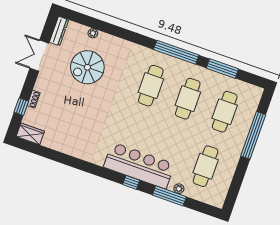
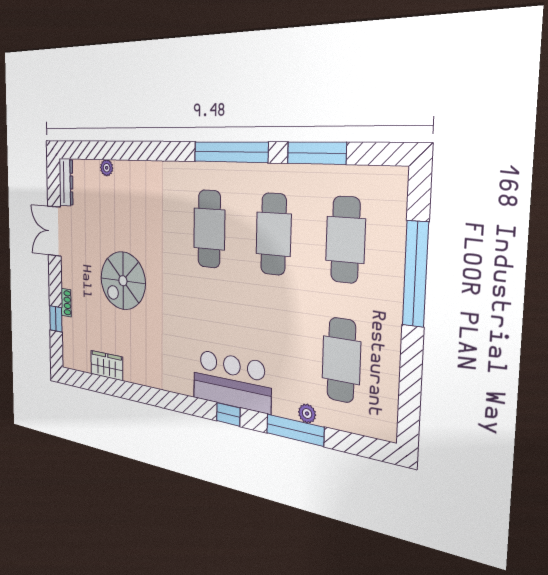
spiral stairs: (87, 67) -> (123, 281), moved
wardrobe: (30, 134) -> (107, 365), moved
bar counter: (139, 165) -> (232, 381), width x0.73

